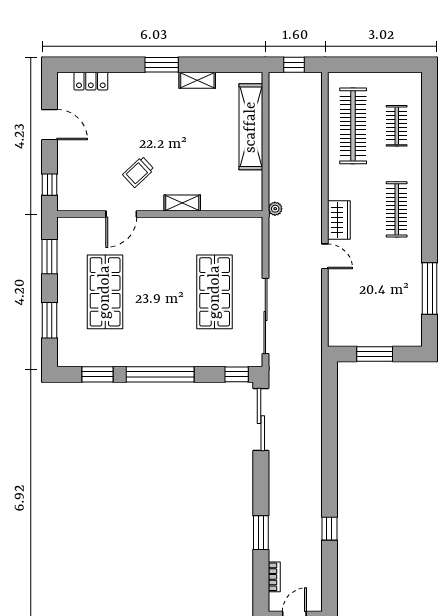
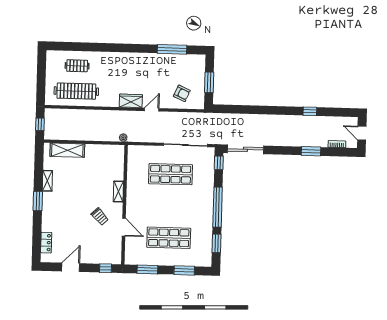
shelving: (251, 127) -> (67, 150), width x0.68
clothes rail: (397, 209) -> (126, 67), removed
armchair: (354, 307) -> (182, 93), added

